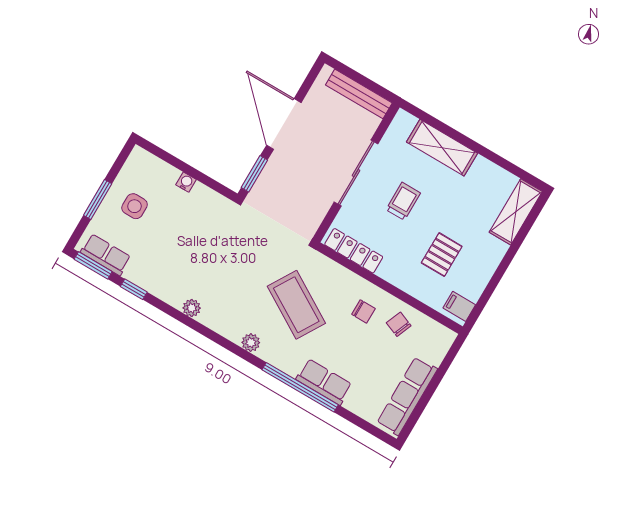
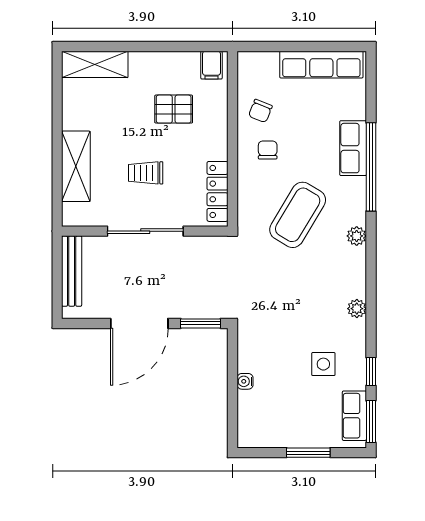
side table: (135, 206) -> (323, 364), moved

